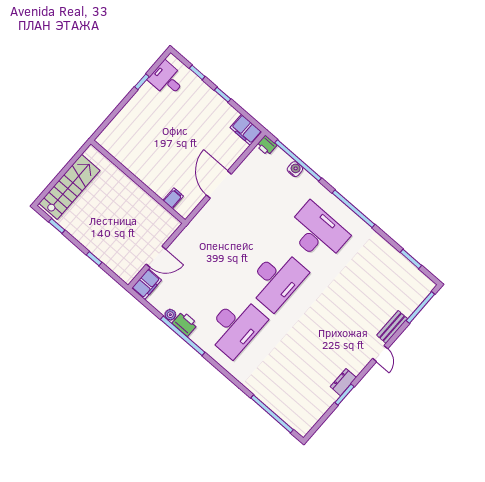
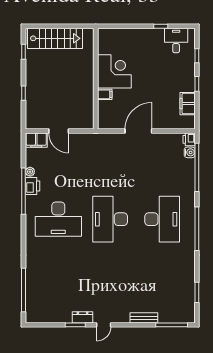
filing cabinet: (246, 130) -> (188, 104), moved
corner desk: (146, 159) -> (114, 71), added
water cooler: (295, 169) -> (190, 152), moved
filing cabinet: (173, 198) -> (105, 94), moved
desk: (276, 280) -> (110, 219), turned 90
door: (380, 354) -> (104, 325), moved

